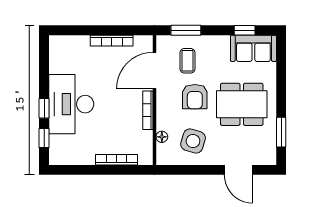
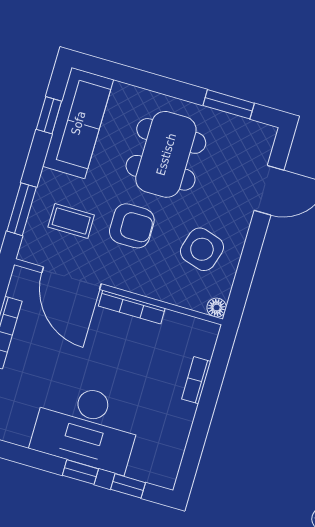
sofa: (253, 48) -> (78, 123), width x1.36
floor lamp: (162, 137) -> (217, 308), moved
bookcase: (117, 160) -> (196, 380), width x0.64

